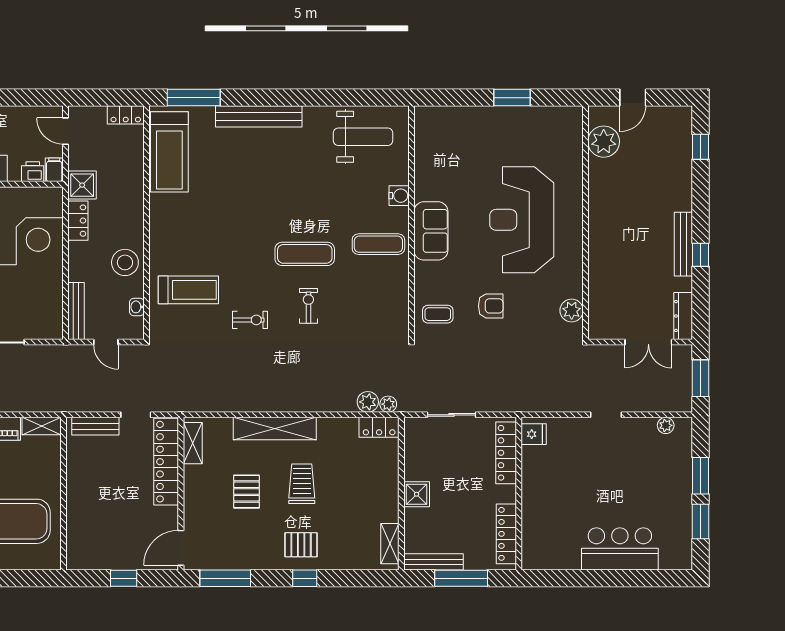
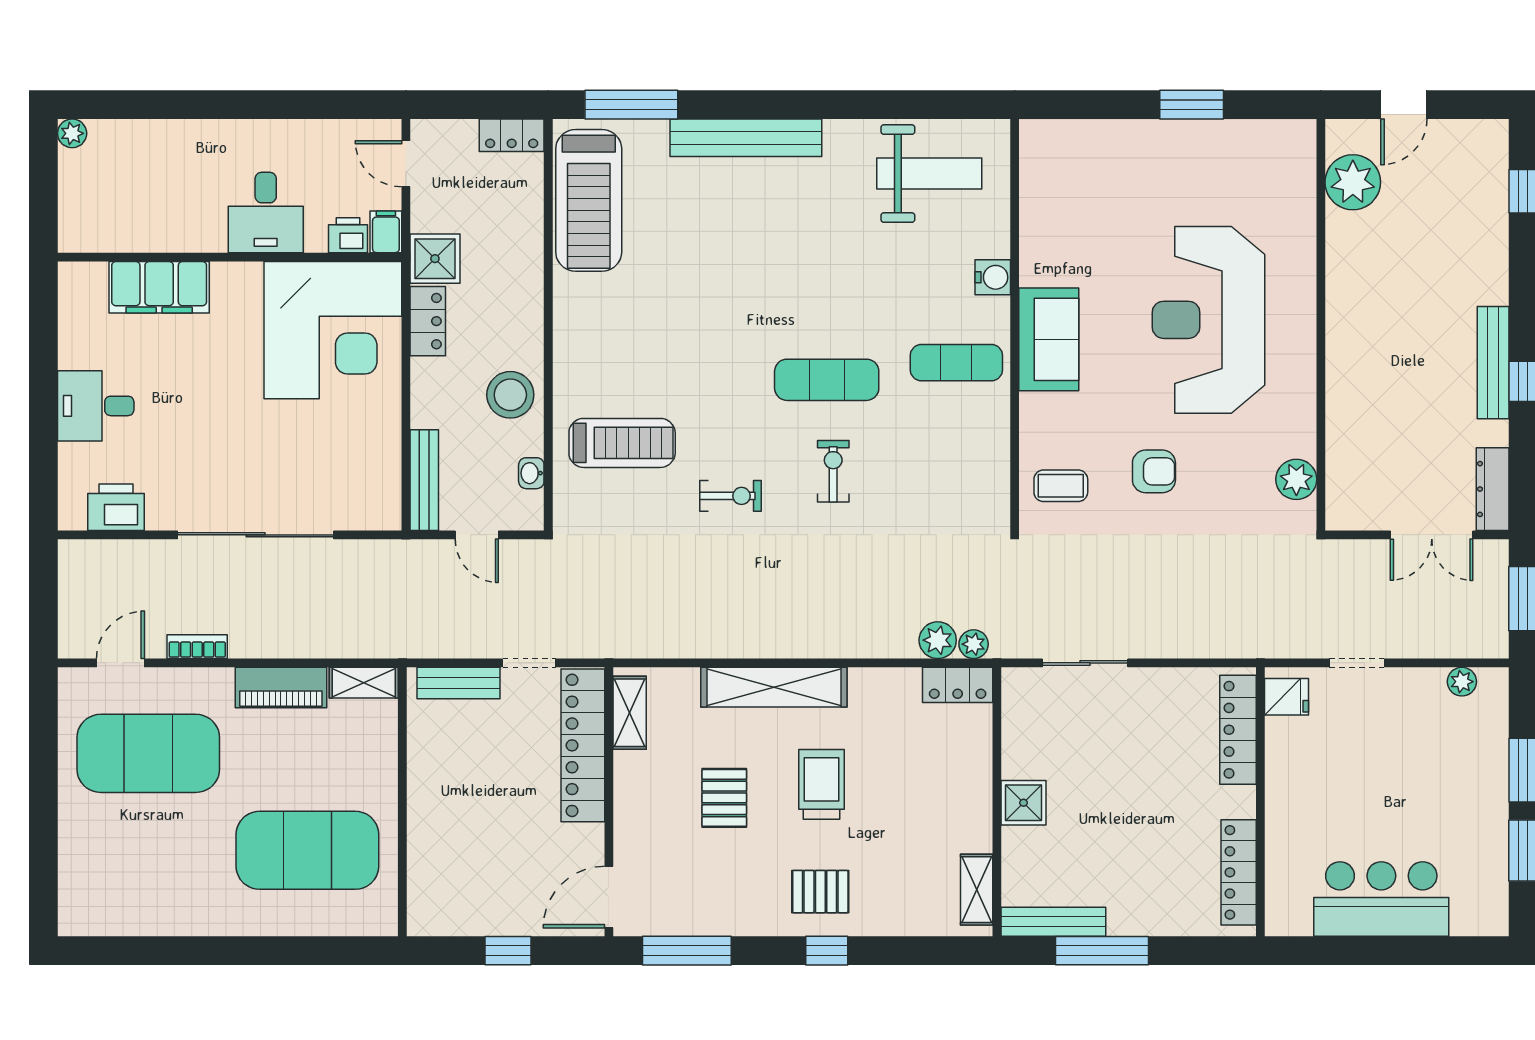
fridge: (534, 434) -> (1287, 697), moved
locker: (506, 453) -> (1238, 730), moved
wall: (519, 494) -> (1260, 802), moved
locker: (506, 534) -> (1239, 872), moved

